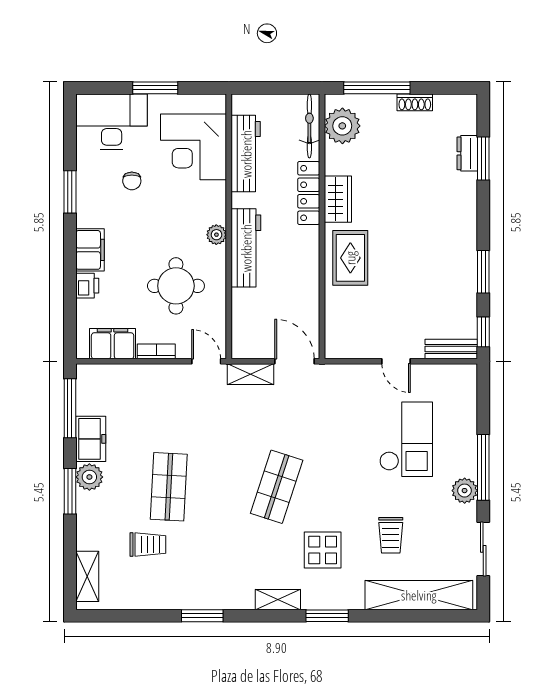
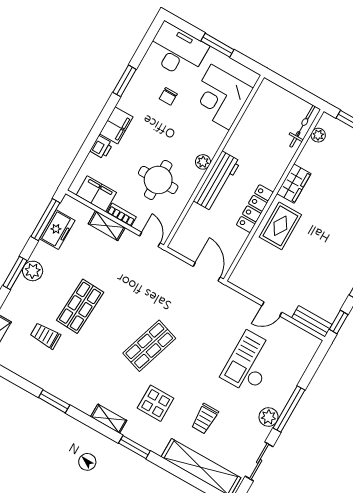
plant: (342, 126) -> (318, 135), width x0.53, depth x0.53
workbench: (246, 154) -> (251, 120), removed
locker: (309, 193) -> (255, 209), moved
door: (396, 361) -> (272, 309), hinge flipped
shelving: (250, 374) -> (107, 226), moved
freezer: (91, 439) -> (57, 230), moved
checkout: (406, 439) -> (250, 363), turned 180
trolley: (148, 545) -> (45, 336), turned 180

